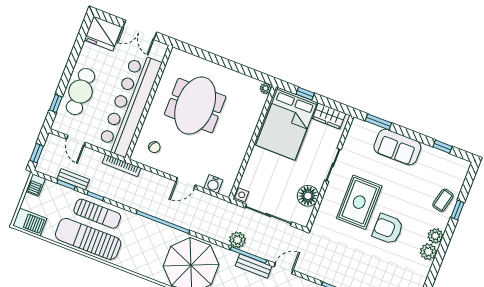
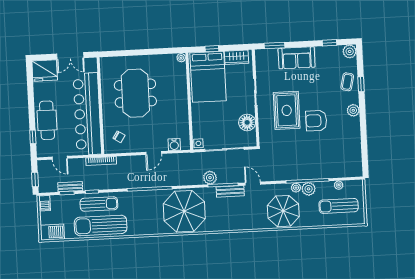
plant: (428, 252) -> (350, 51), moved
door: (283, 269) -> (253, 184), hinge flipped

